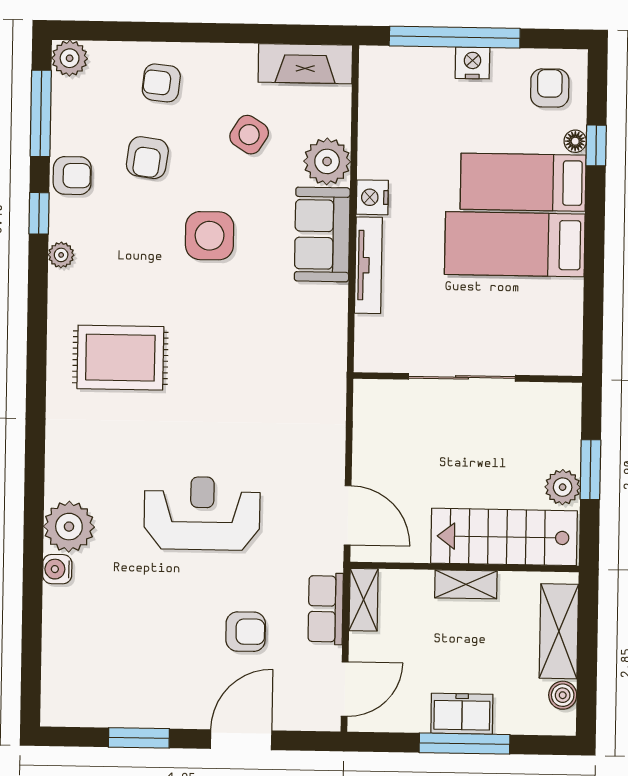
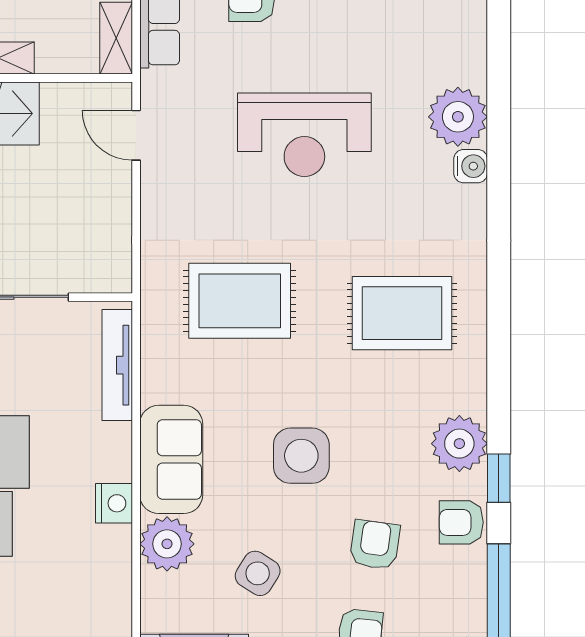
plant: (61, 255) -> (459, 444), width x1.87, depth x1.87
tv unit: (368, 265) -> (117, 365), moved
rug: (260, 371) -> (240, 301), added
door: (348, 515) -> (136, 135), width x0.73
water cooler: (57, 569) -> (471, 166), moved

